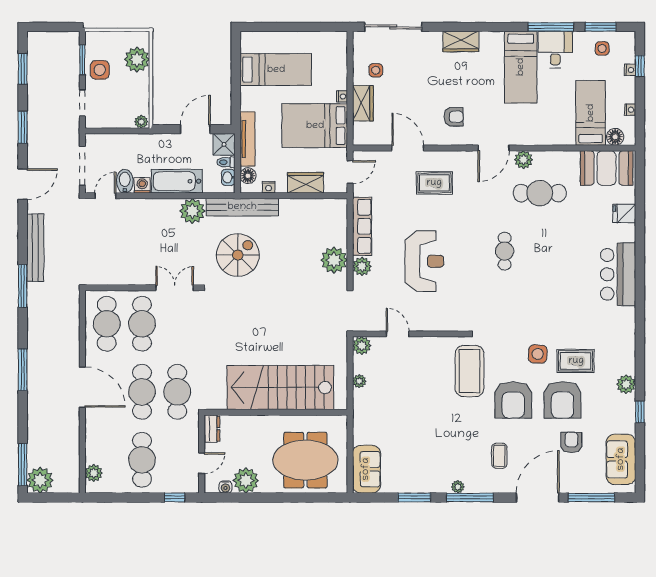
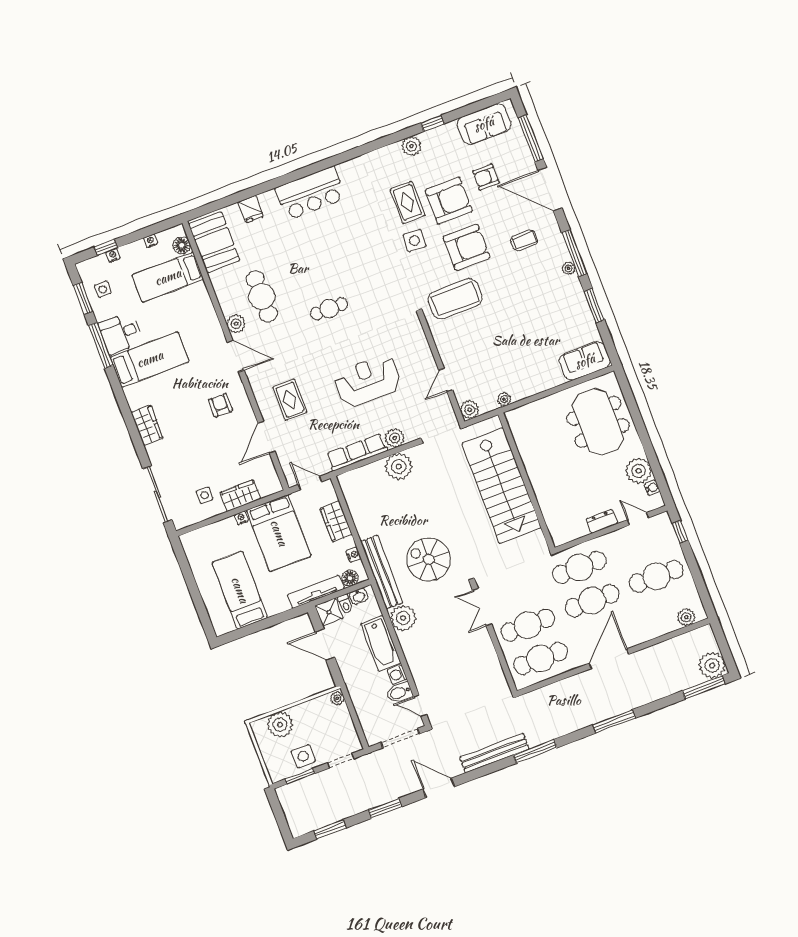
stairs: (280, 388) -> (501, 486), moved
wall: (276, 412) -> (526, 481), moved

